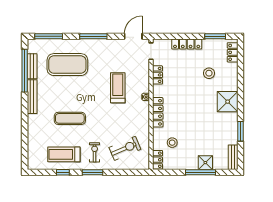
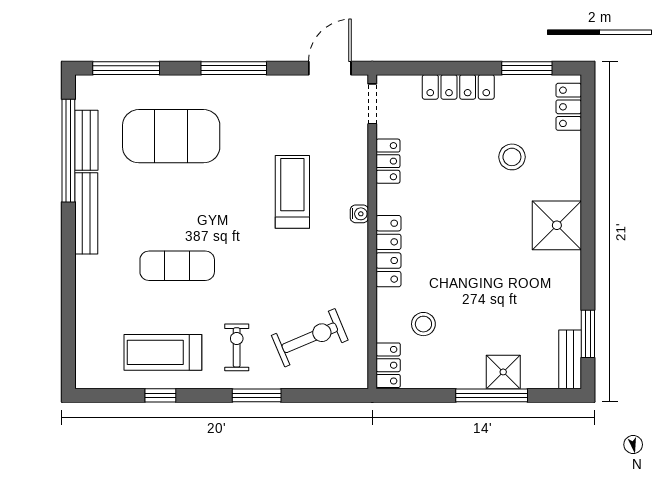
window: (240, 131) -> (588, 334), moved
window: (93, 172) -> (257, 395), moved

